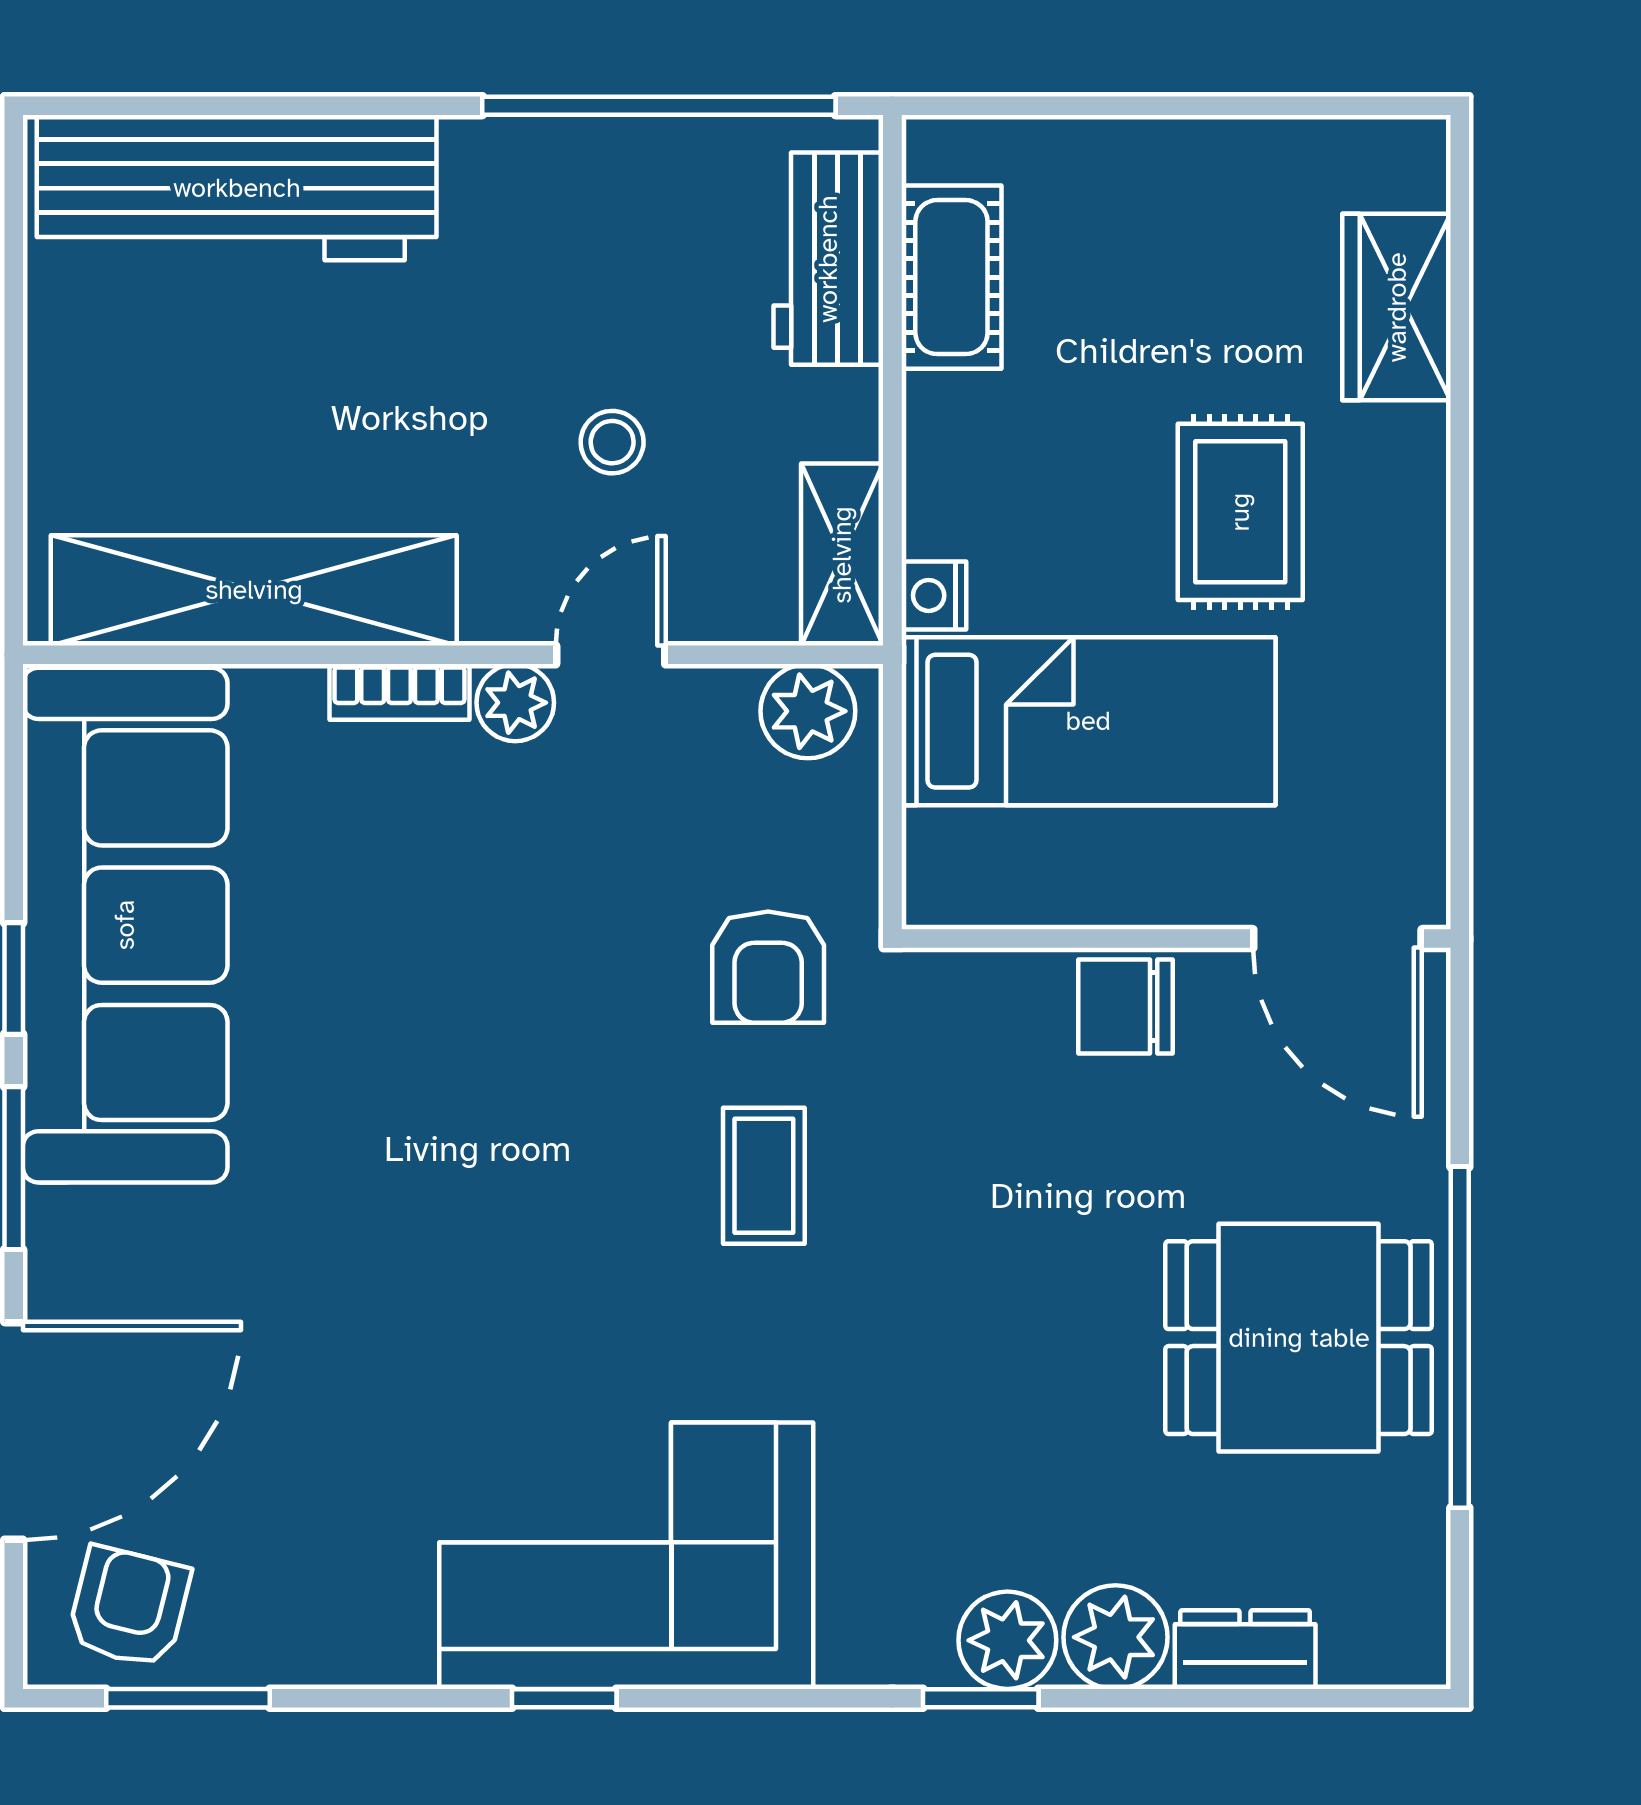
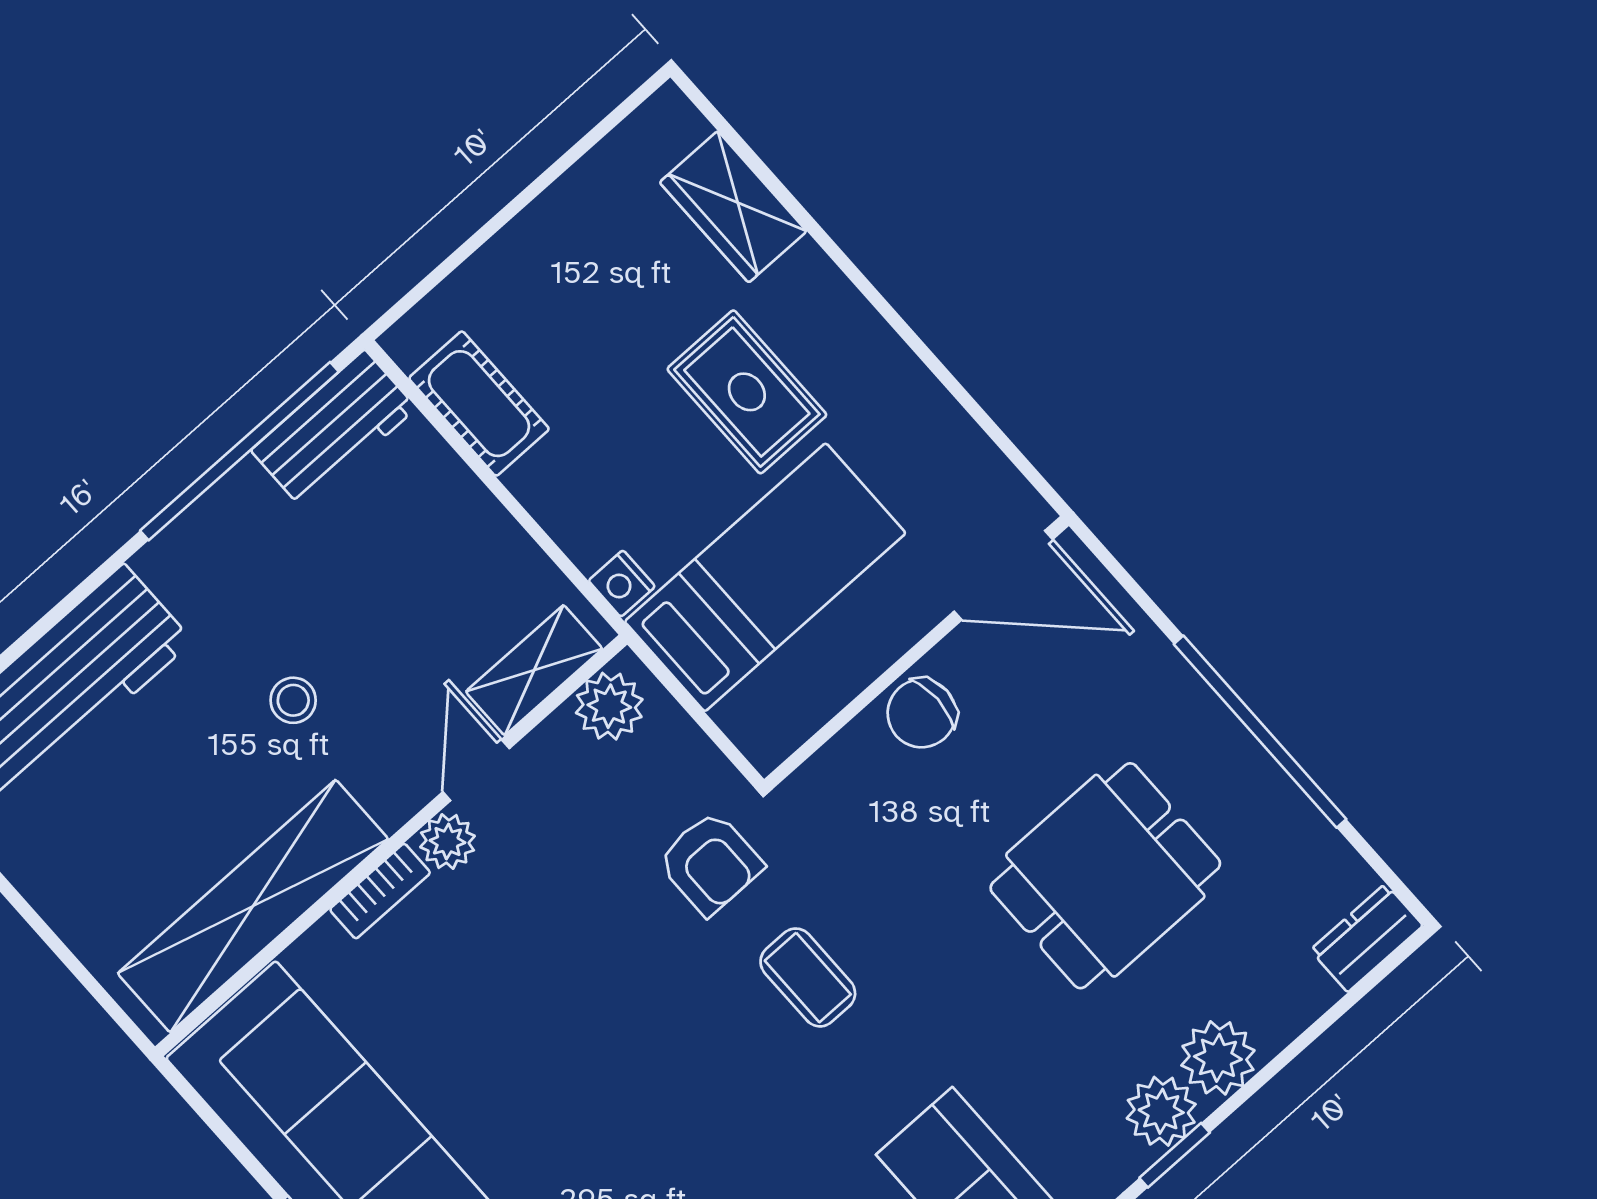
workbench: (828, 259) -> (334, 429), moved, turned -90
stool: (612, 442) -> (293, 700), moved
shelving: (842, 555) -> (534, 670), moved, turned 90
dining table: (1299, 1338) -> (1105, 876), moved
dresser: (1245, 1650) -> (1367, 938), moved

